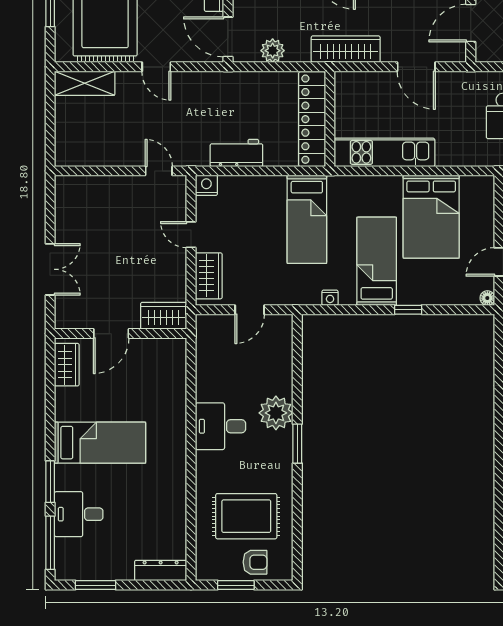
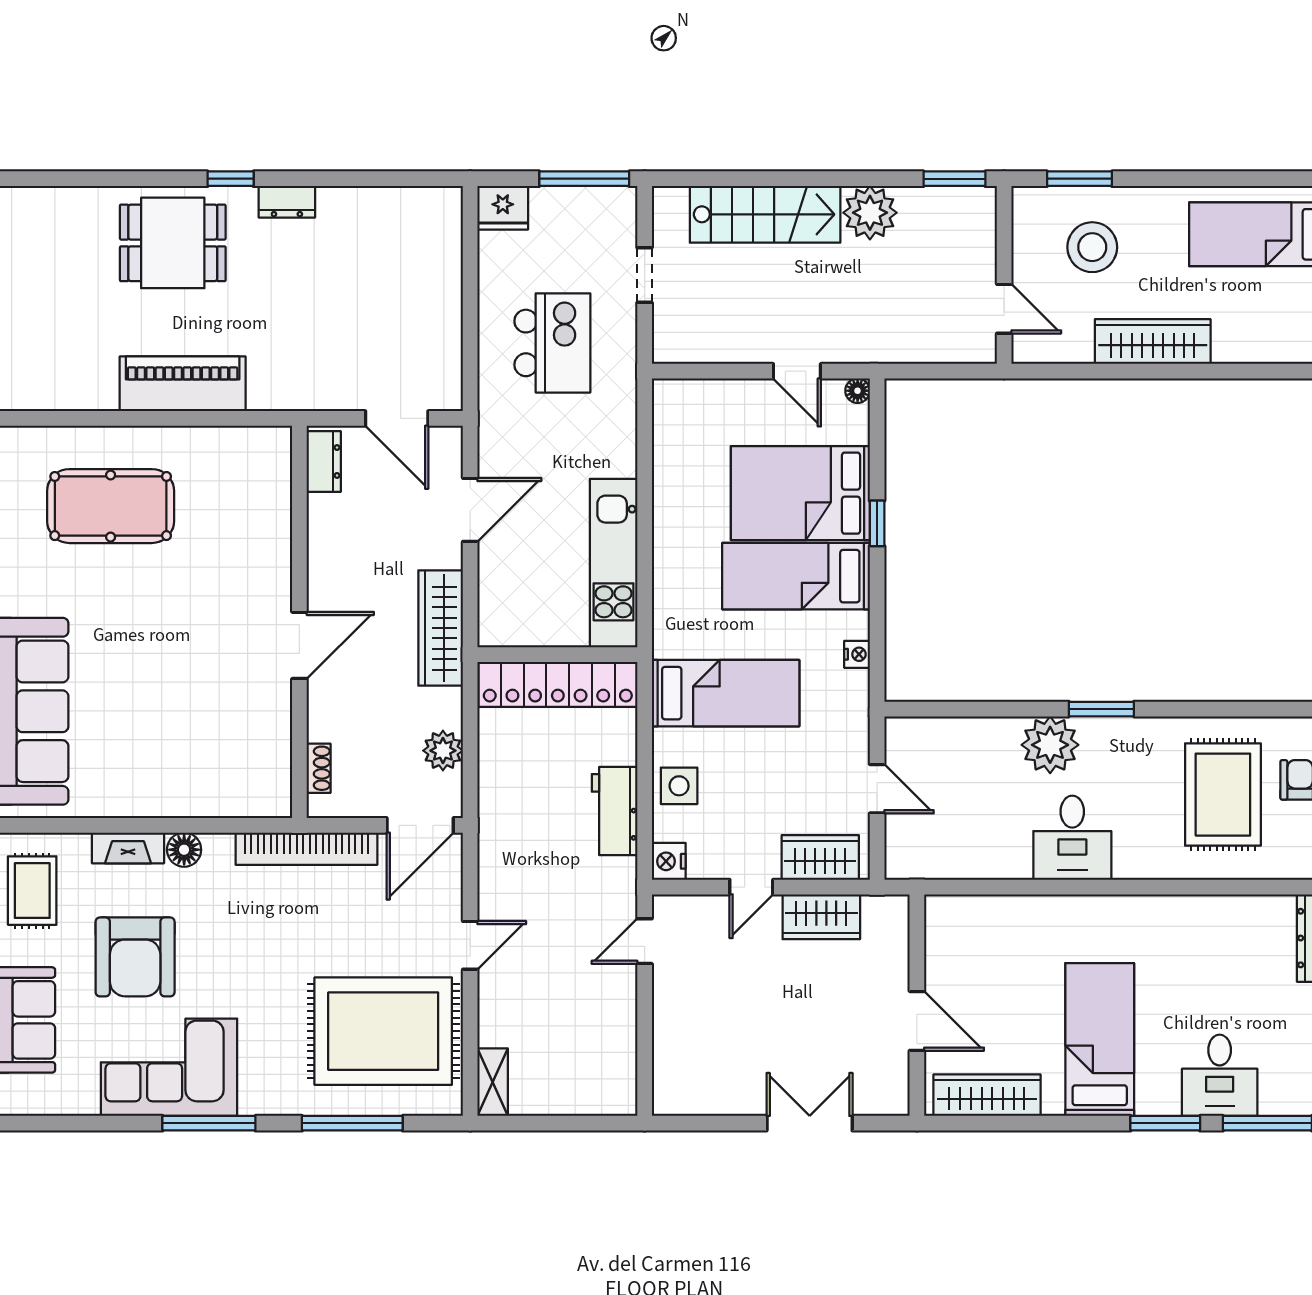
shelving: (85, 83) -> (493, 1082), width x0.67, depth x0.75
side table: (252, 191) -> (679, 786), added
bed: (431, 217) -> (800, 493), moved, turned 180
wardrobe: (164, 316) -> (821, 917), moved, turned -90
wardrobe: (67, 365) -> (987, 1095), width x1.50

